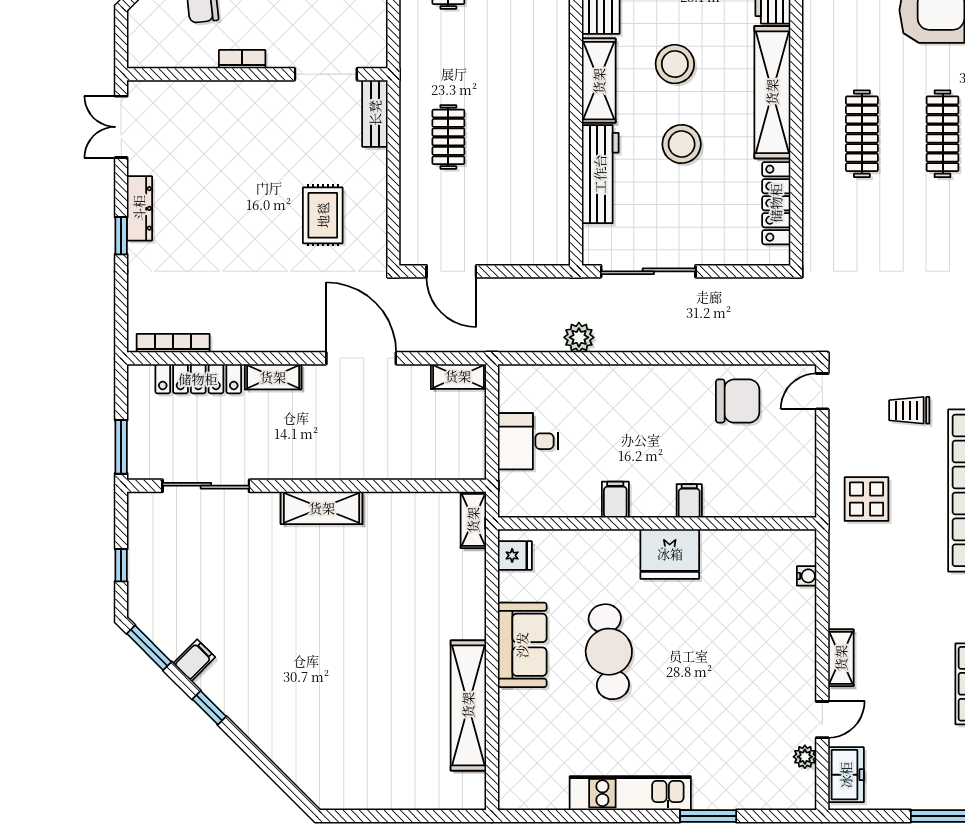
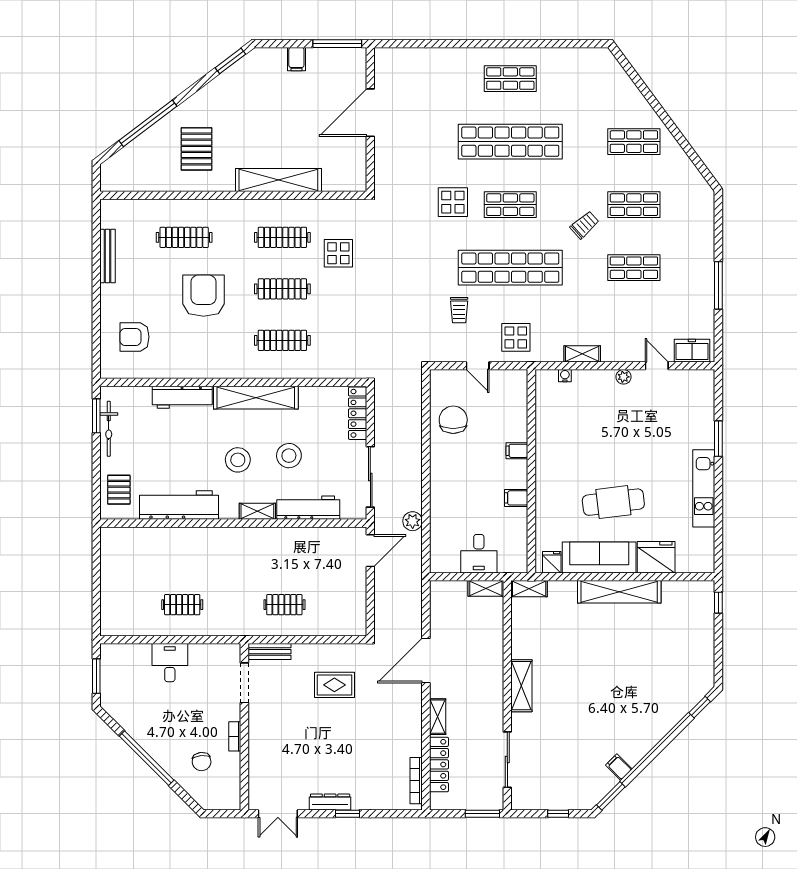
shelving: (599, 81) -> (257, 511), width x0.67, depth x0.75
locker: (776, 203) -> (358, 413), moved, turned 90
door: (451, 271) -> (370, 551), moved
shelving: (458, 376) -> (486, 588), moved, turned 90
door: (822, 391) -> (478, 366), moved
fridge: (670, 554) -> (656, 557), moved, turned -90
sofa: (522, 645) -> (599, 557), width x1.36
shelving: (841, 658) -> (582, 354), moved
shelving: (468, 705) -> (619, 592), moved
window: (209, 708) -> (700, 707), moved
plant: (805, 757) -> (624, 377), moved
window: (452, 816) -> (718, 603), added

